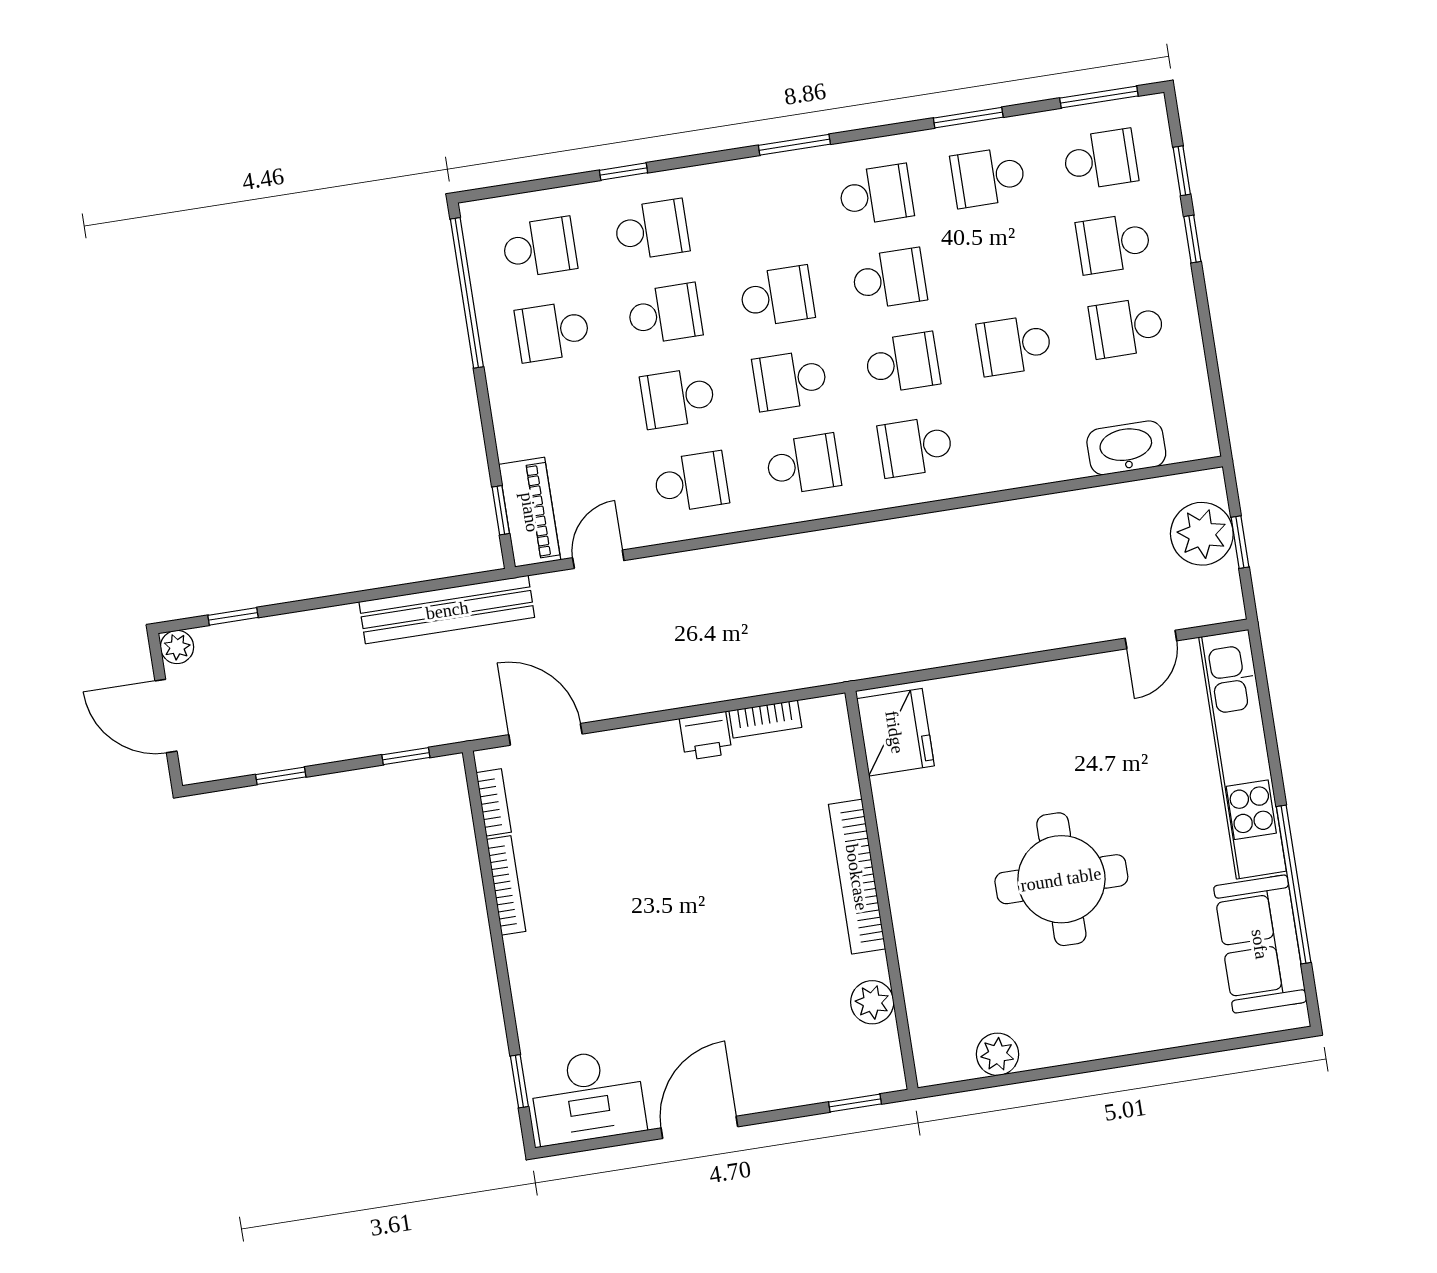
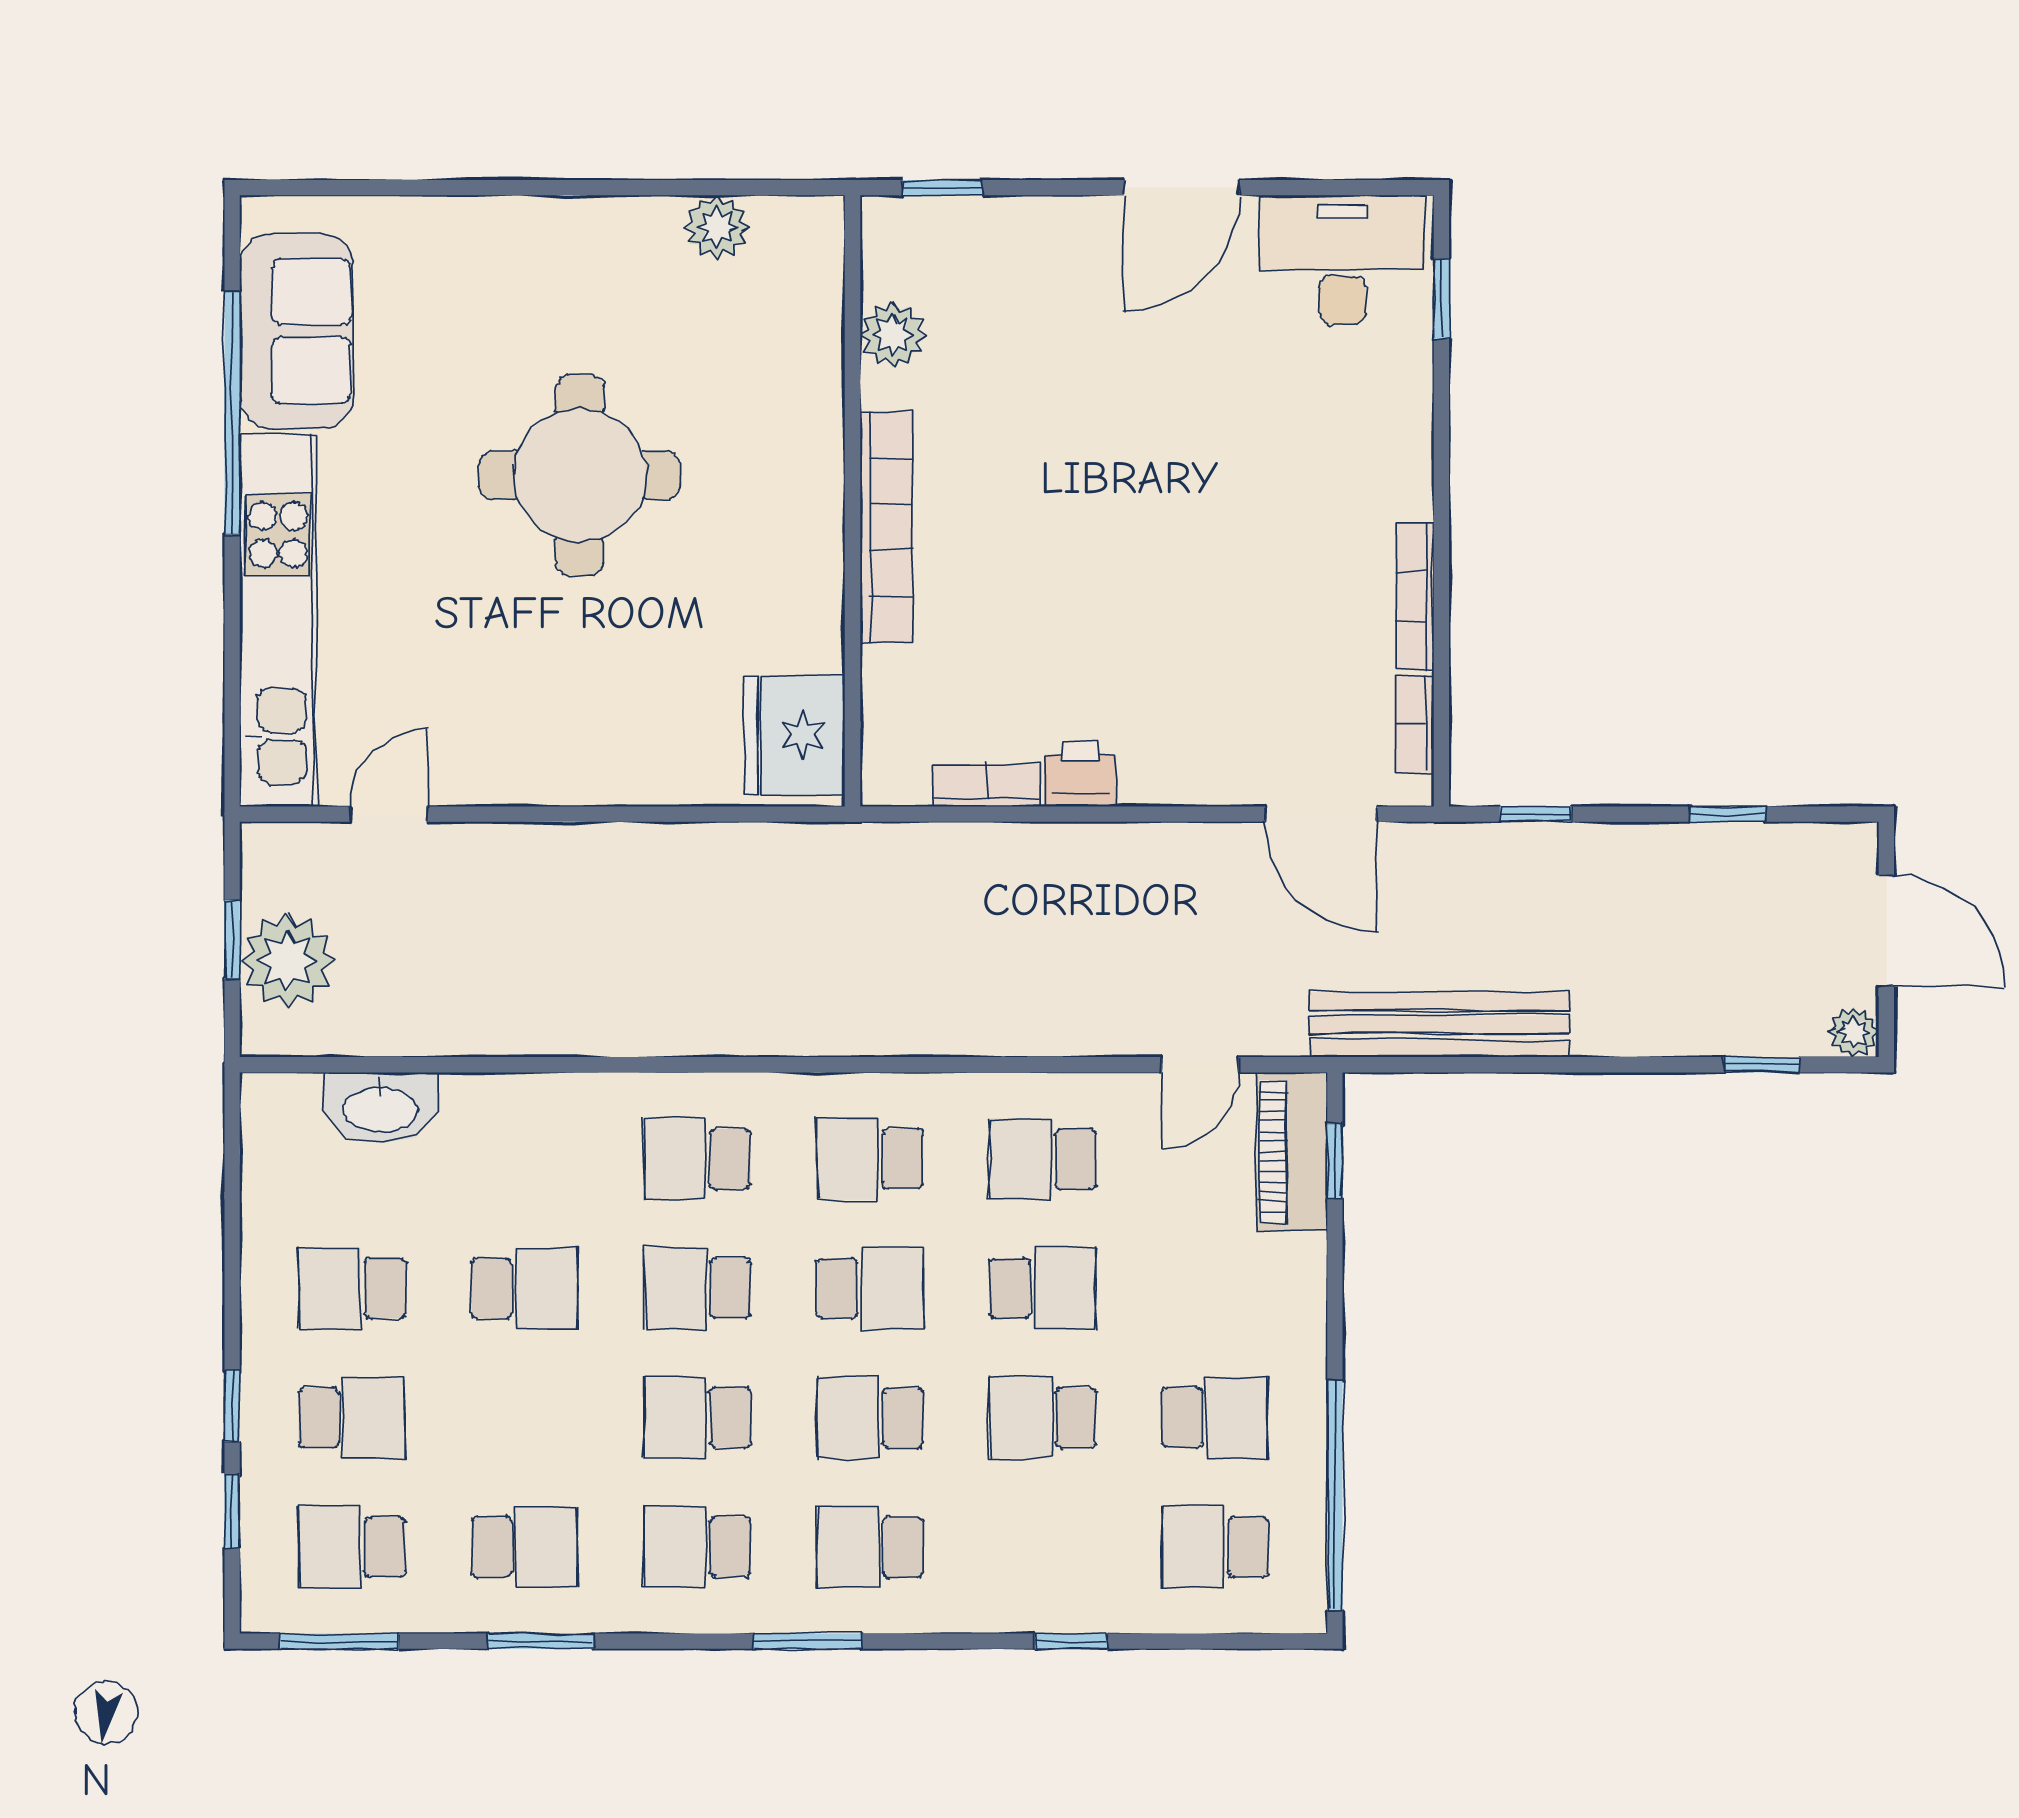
school desk: (652, 230) -> (870, 1547), moved
school desk: (1127, 328) -> (352, 1288), turned 180
school desk: (915, 447) -> (697, 1159), turned 180

